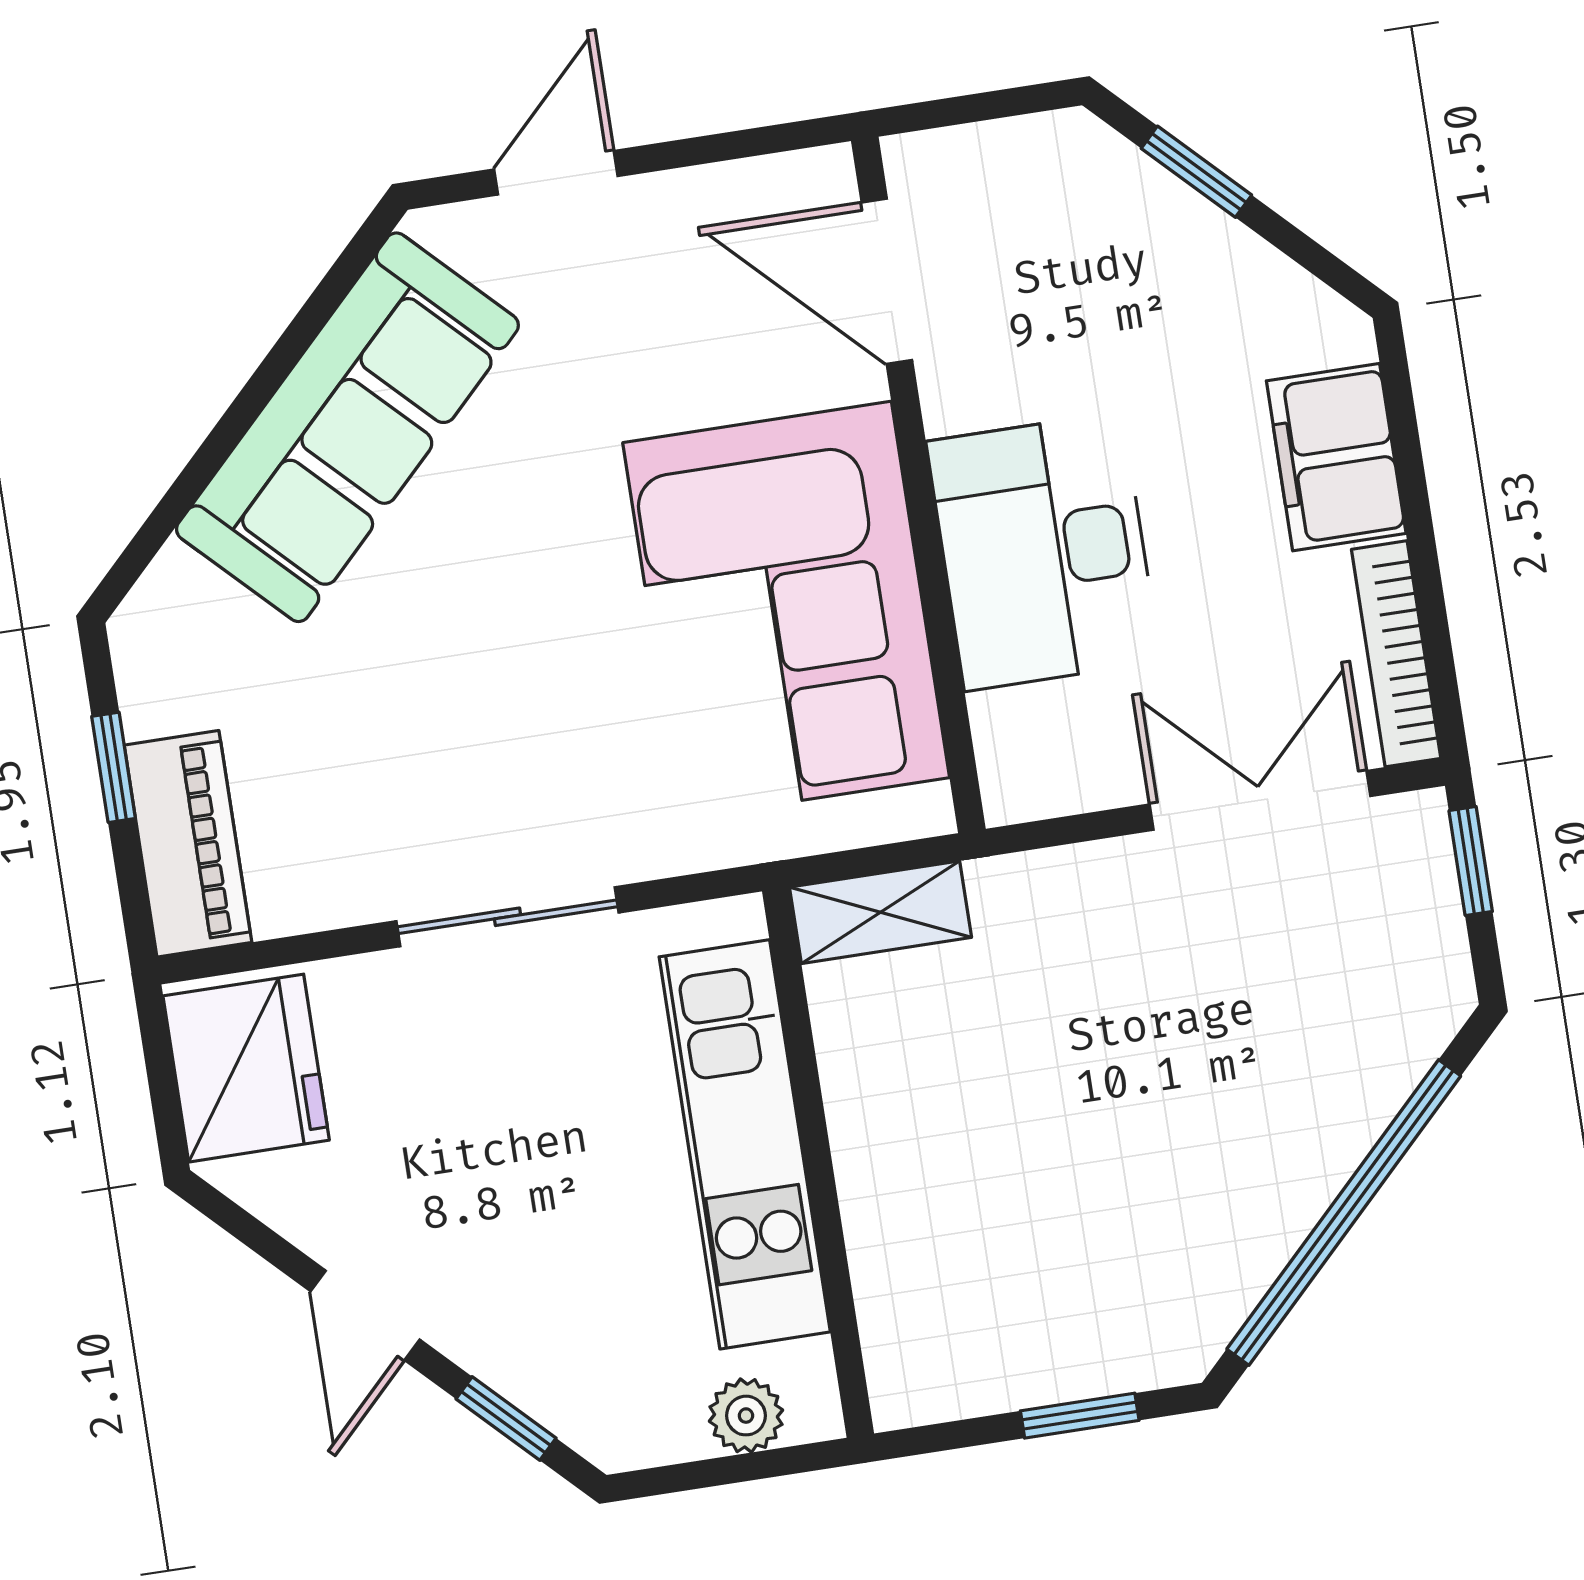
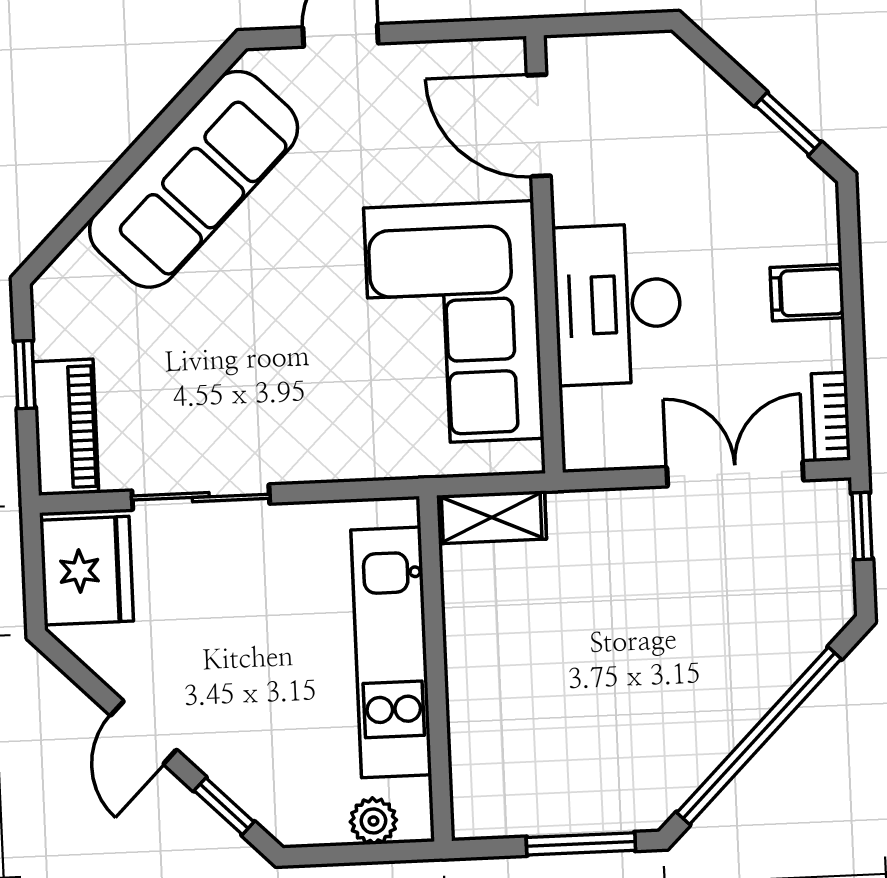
window: (1196, 172) -> (788, 124), moved
filing cabinet: (1336, 457) -> (807, 293), width x0.50
bookcase: (1396, 654) -> (831, 417), width x0.64
sliding door: (508, 917) -> (201, 497), moved
window: (1080, 1416) -> (581, 844), width x1.50

